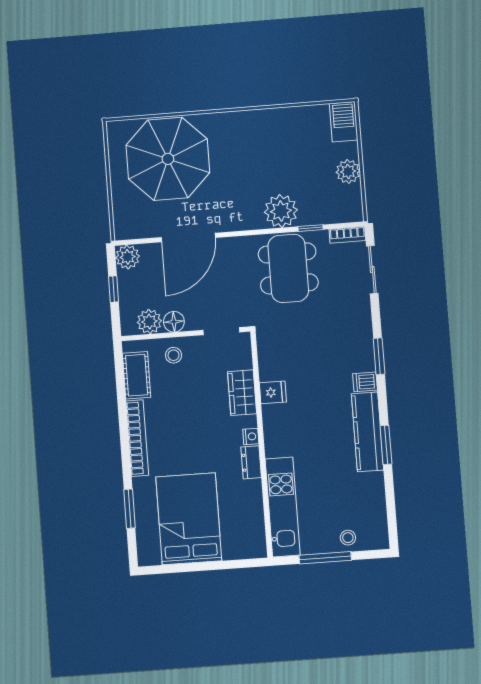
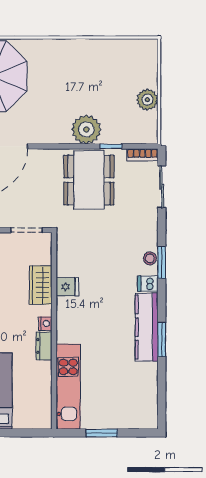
barbecue: (344, 122) -> (147, 56), removed
stool: (348, 538) -> (150, 258), moved
window: (325, 558) -> (102, 433), width x0.69

